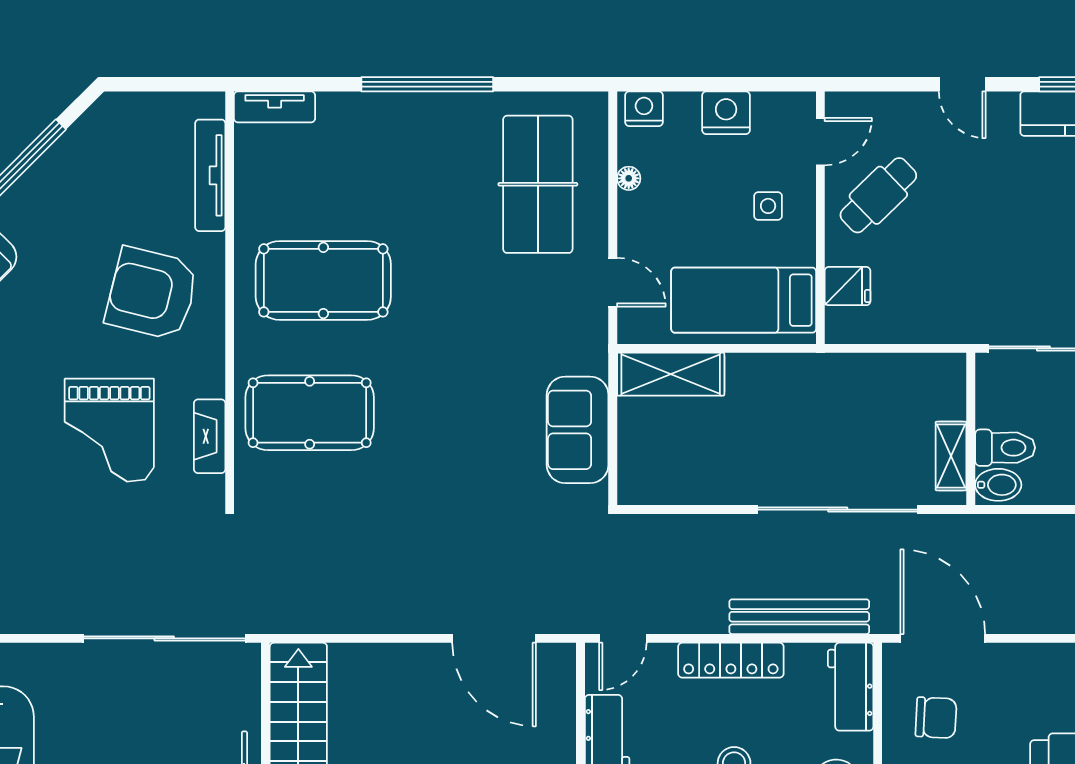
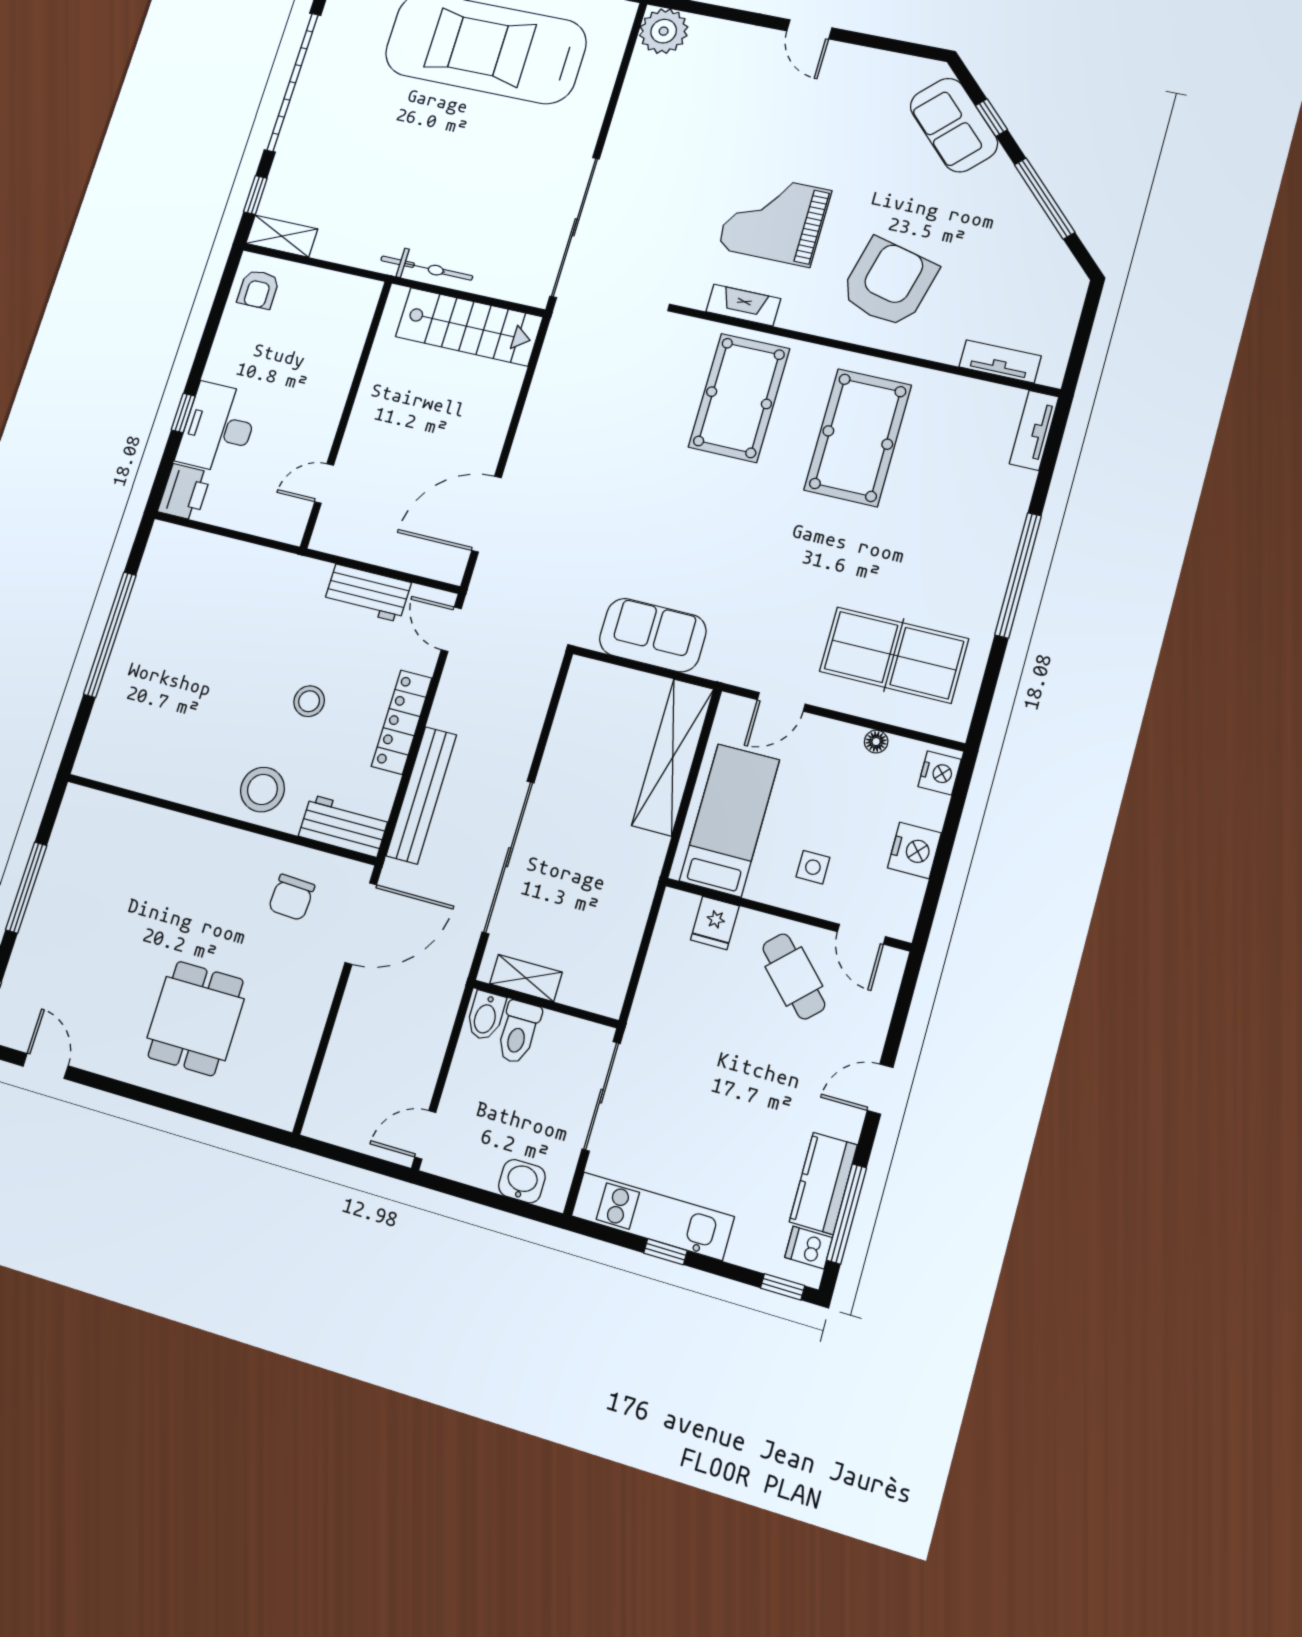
tv unit: (210, 175) -> (1000, 361), width x0.71
shelving: (671, 374) -> (673, 757), width x1.47

